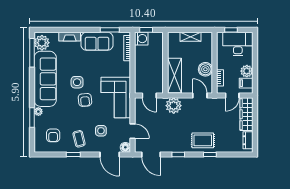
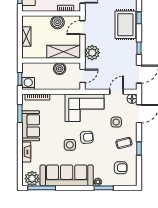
boiler: (157, 72) -> (60, 69), added
rug: (203, 140) -> (125, 25), width x1.36, depth x1.43

